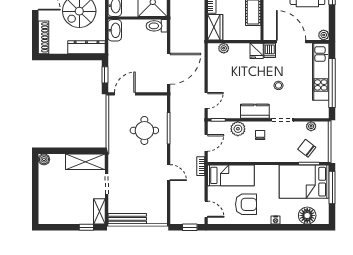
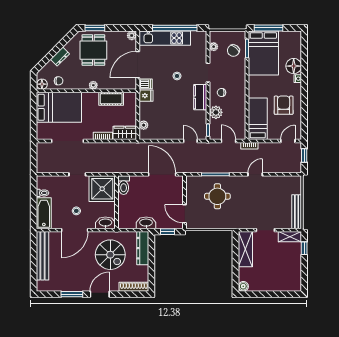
washbasin: (115, 30) -> (146, 223), moved
floor lamp: (307, 216) -> (294, 66), moved

